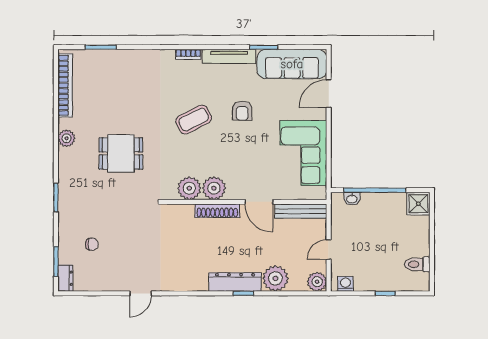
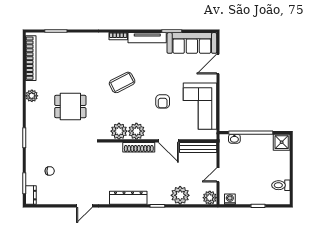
armchair: (242, 111) -> (163, 101), moved
dresser: (235, 282) -> (128, 198), moved

